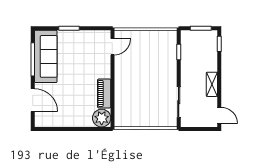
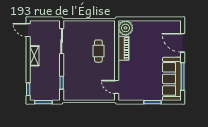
door: (112, 47) -> (117, 87), hinge flipped
cafe table: (134, 90) -> (98, 51), added

